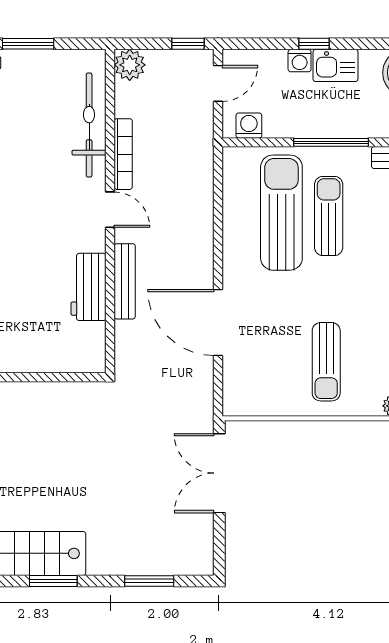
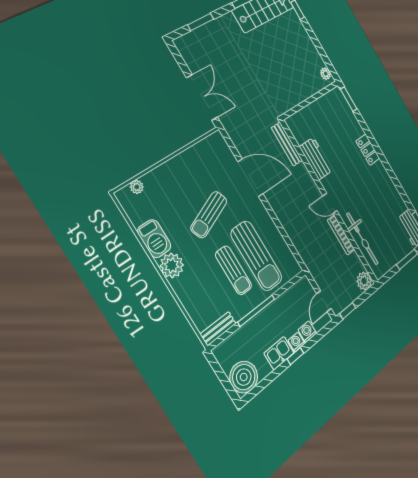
washing machine: (249, 126) -> (307, 332), moved, turned 180
bench: (125, 281) -> (287, 144), moved
sun lounger: (326, 362) -> (209, 215), moved, turned -112

